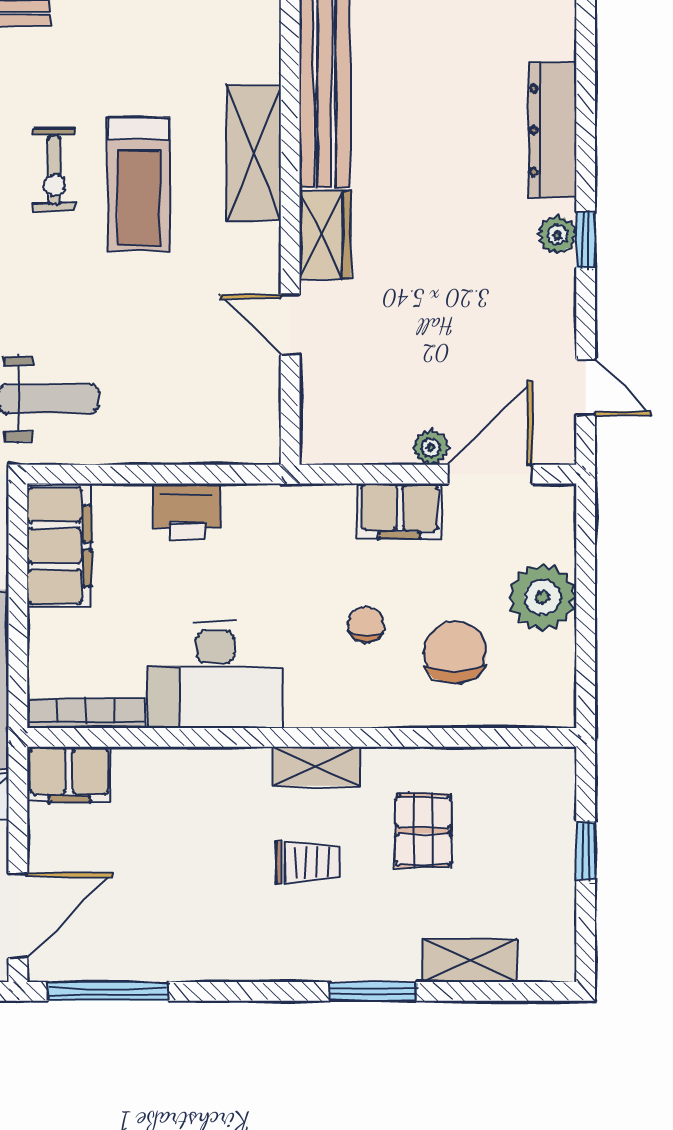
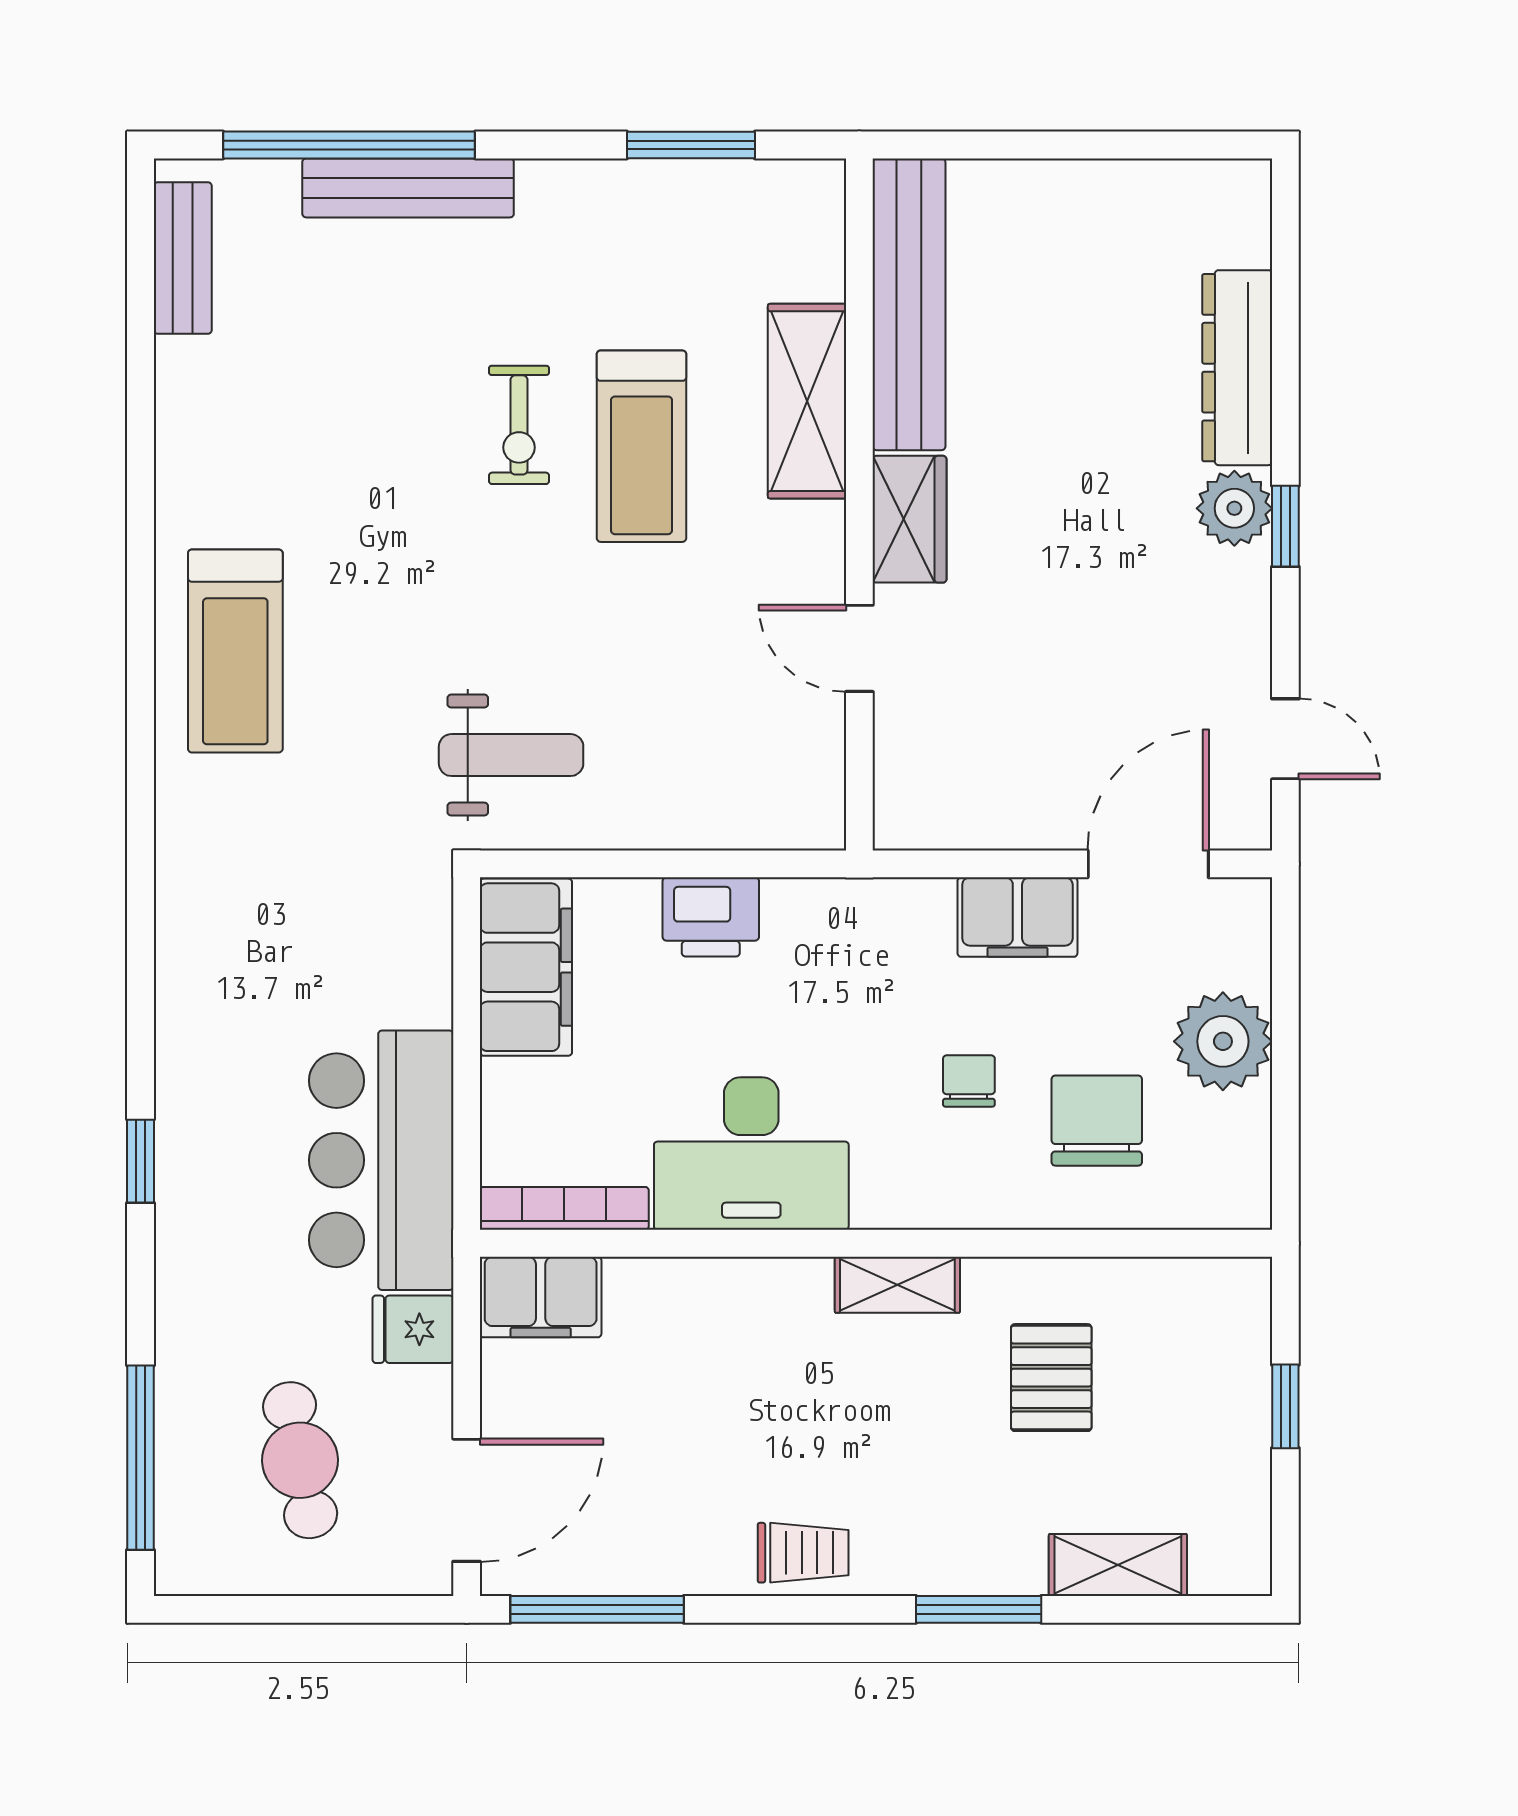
plant: (557, 235) -> (1234, 508), width x1.38, depth x1.38
plant: (431, 447) -> (1062, 825), removed
trolley: (307, 862) -> (803, 1553), moved

